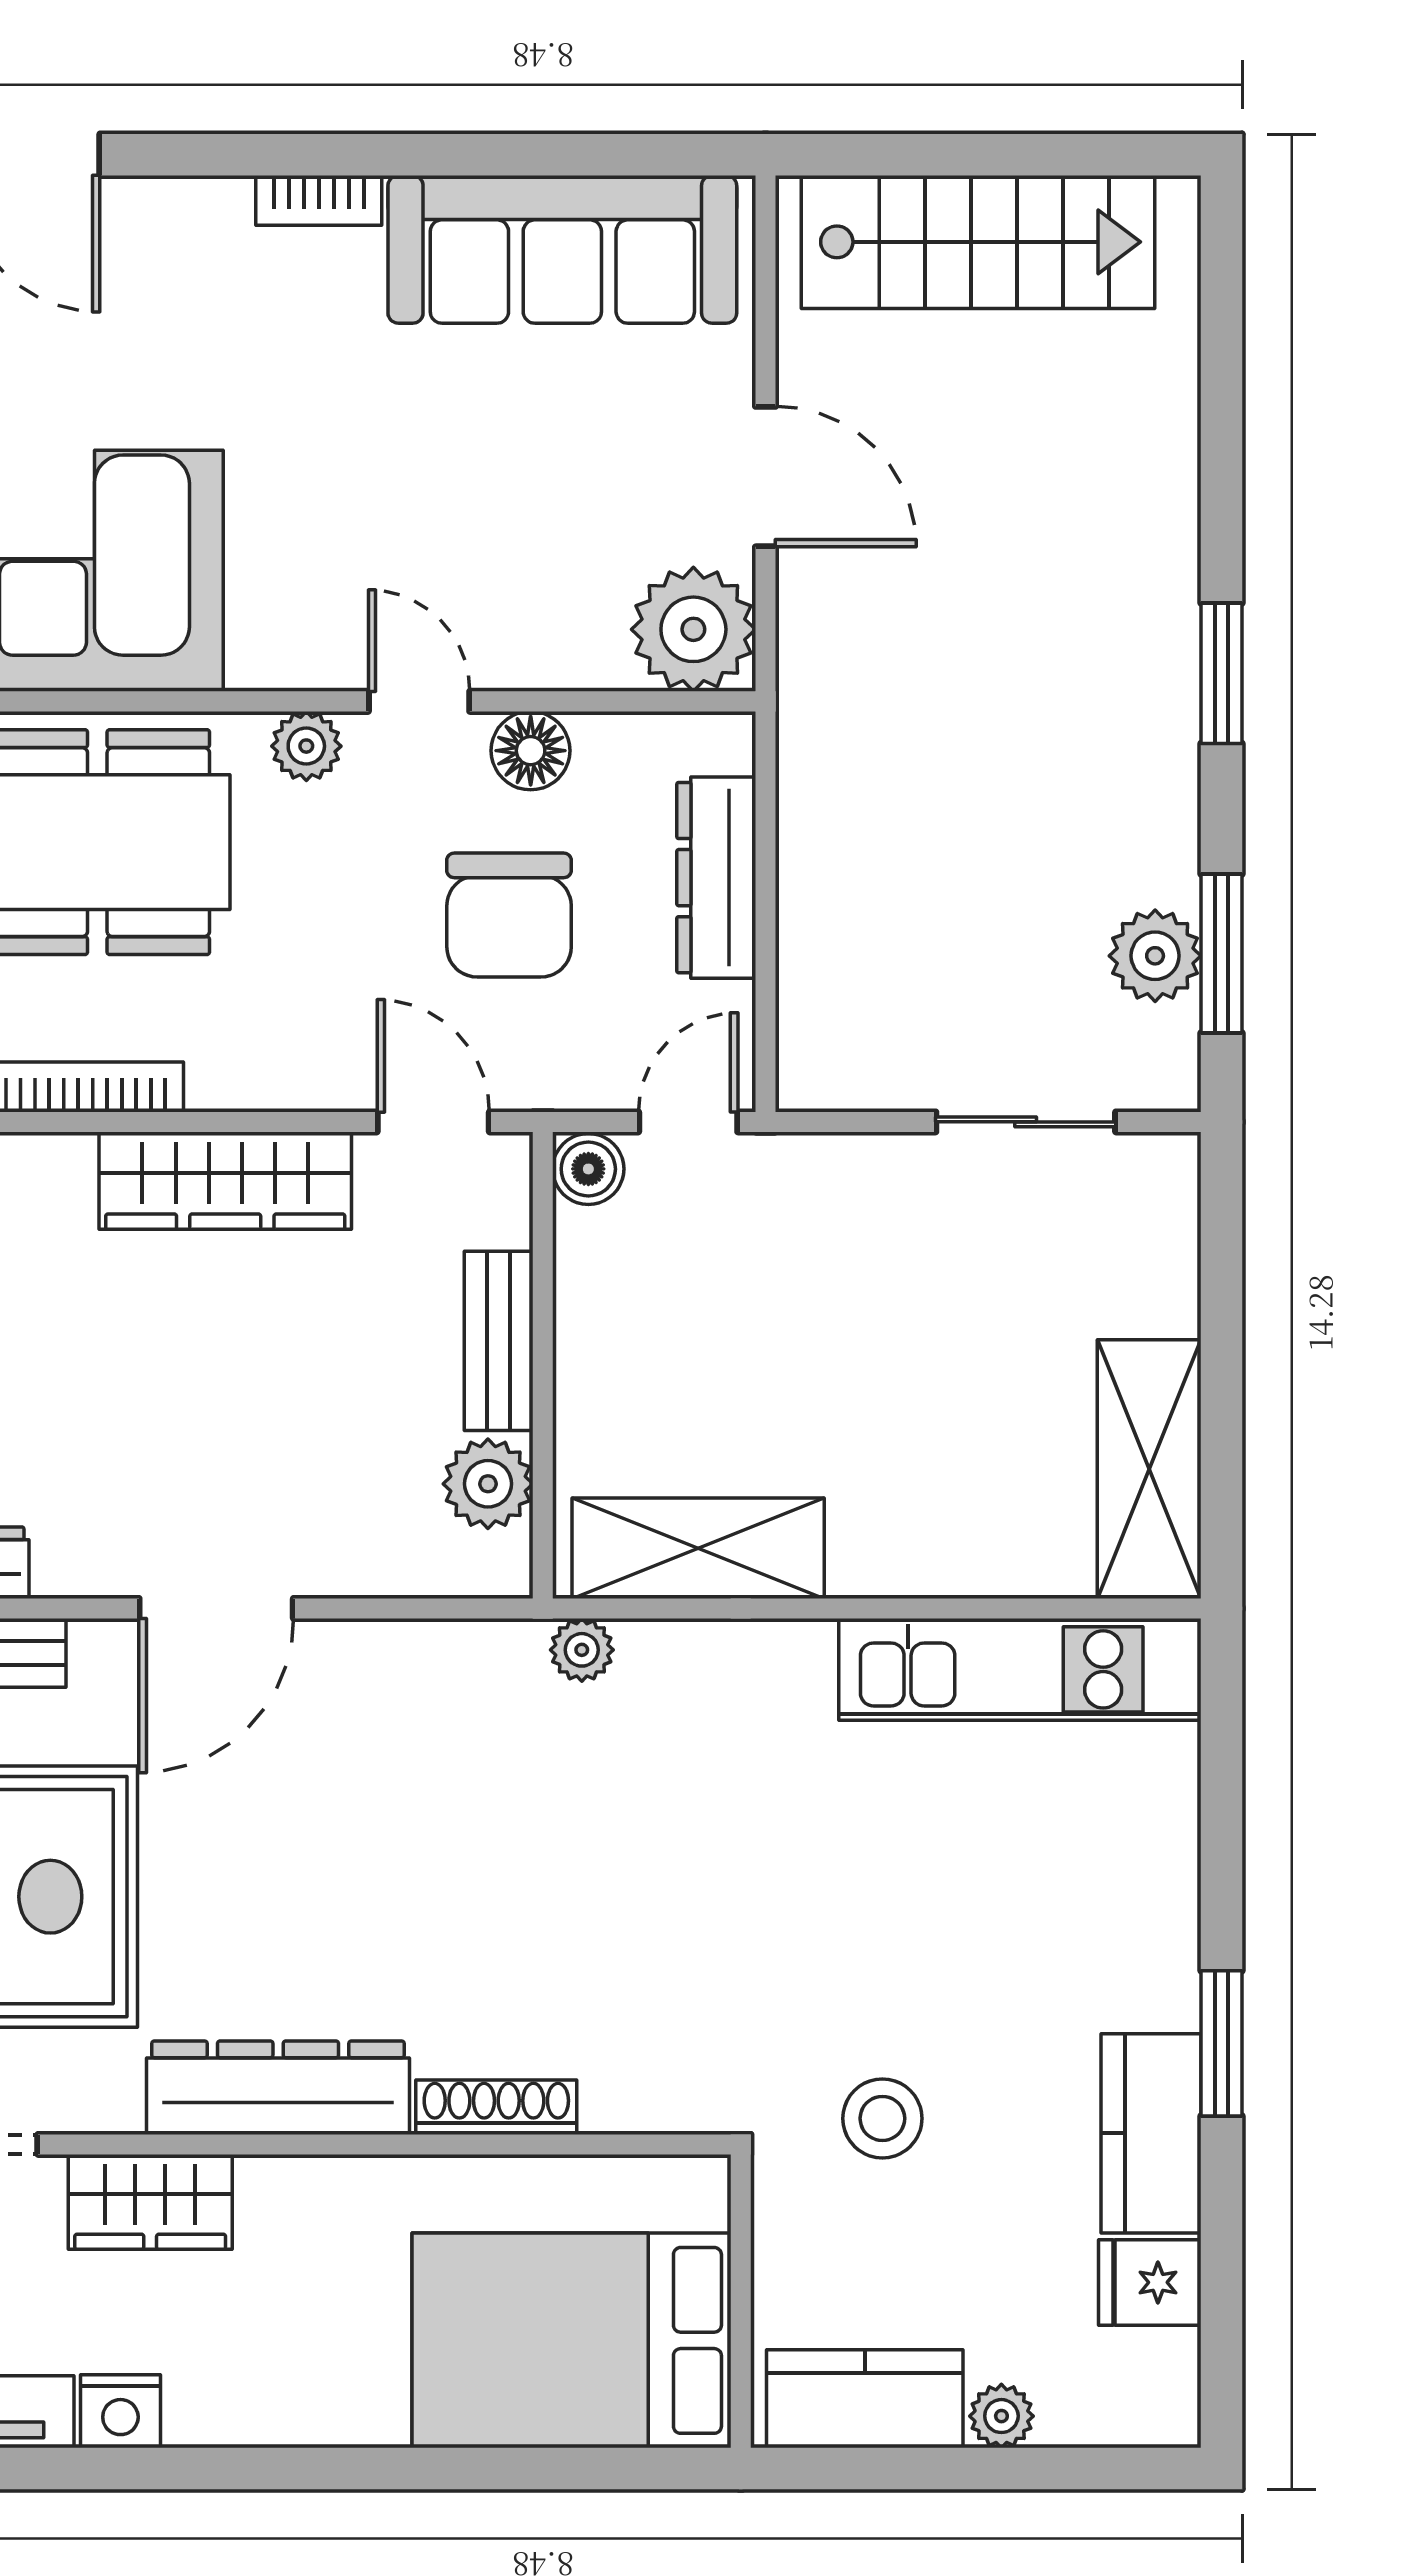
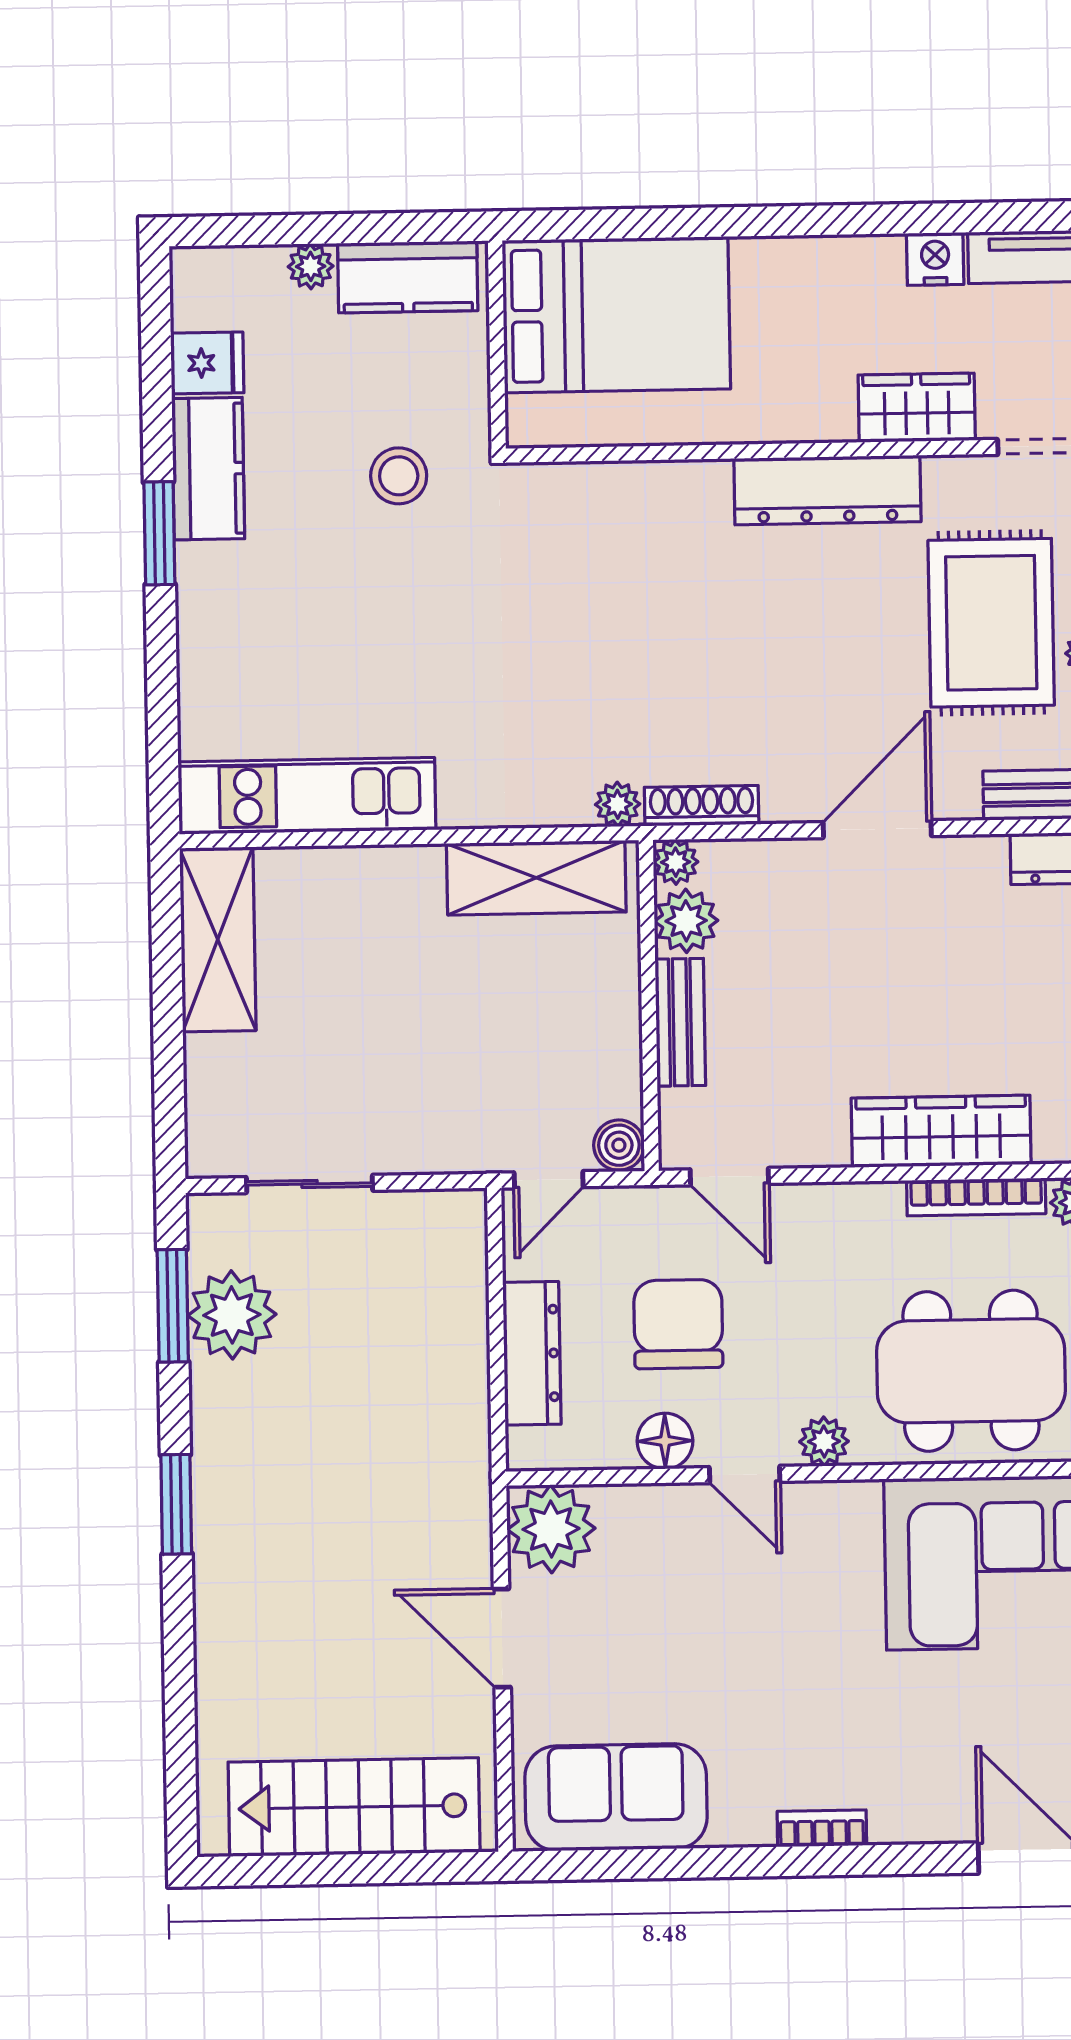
sofa: (562, 249) -> (616, 1797), width x0.73
plant: (1155, 956) -> (232, 1315), width x1.36, depth x1.36
wardrobe: (225, 1181) -> (941, 1131), moved
plant: (501, 1567) -> (676, 862), added
shoe rack: (496, 2107) -> (702, 806), moved, turned 180

